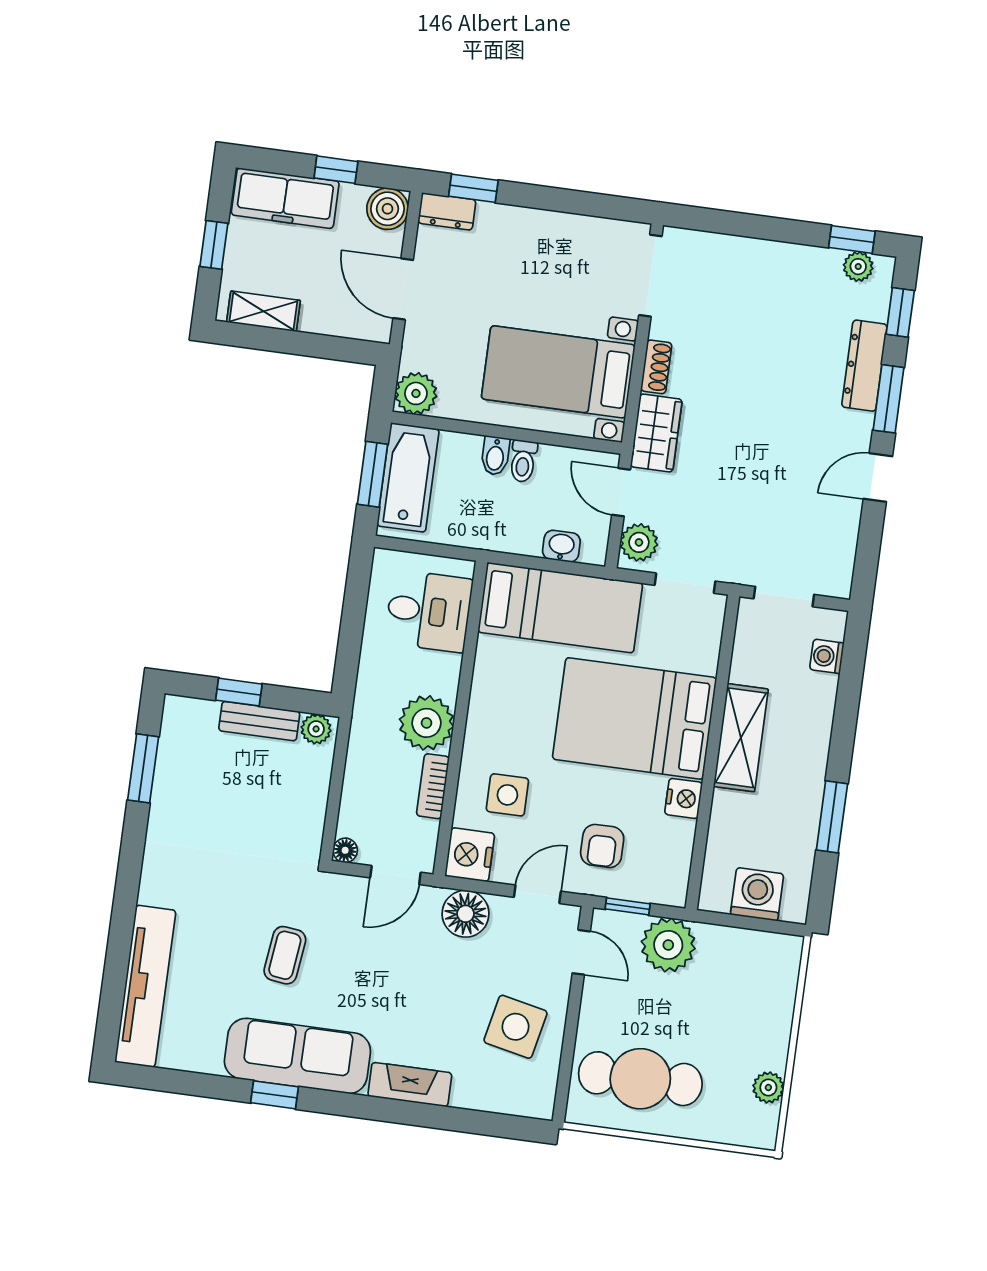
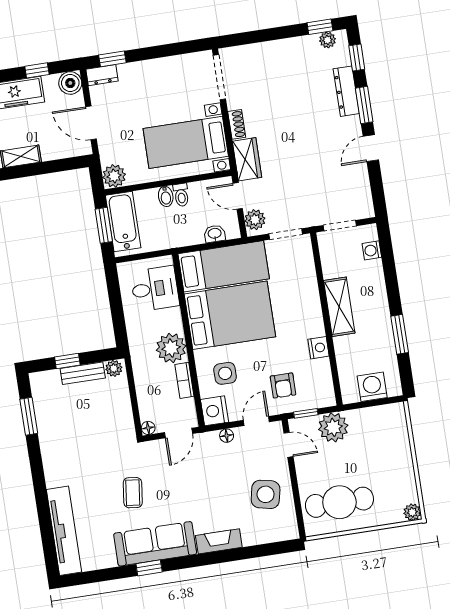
bed: (635, 718) -> (230, 315), moved, turned 180
floor lamp: (466, 914) -> (227, 436), width x0.53, depth x0.53
plant: (768, 1088) -> (412, 512), moved

